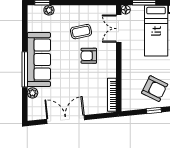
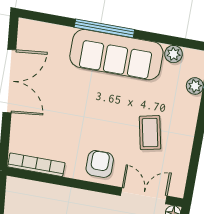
armchair: (89, 56) -> (100, 164), moved
plant: (32, 93) -> (174, 54), moved

